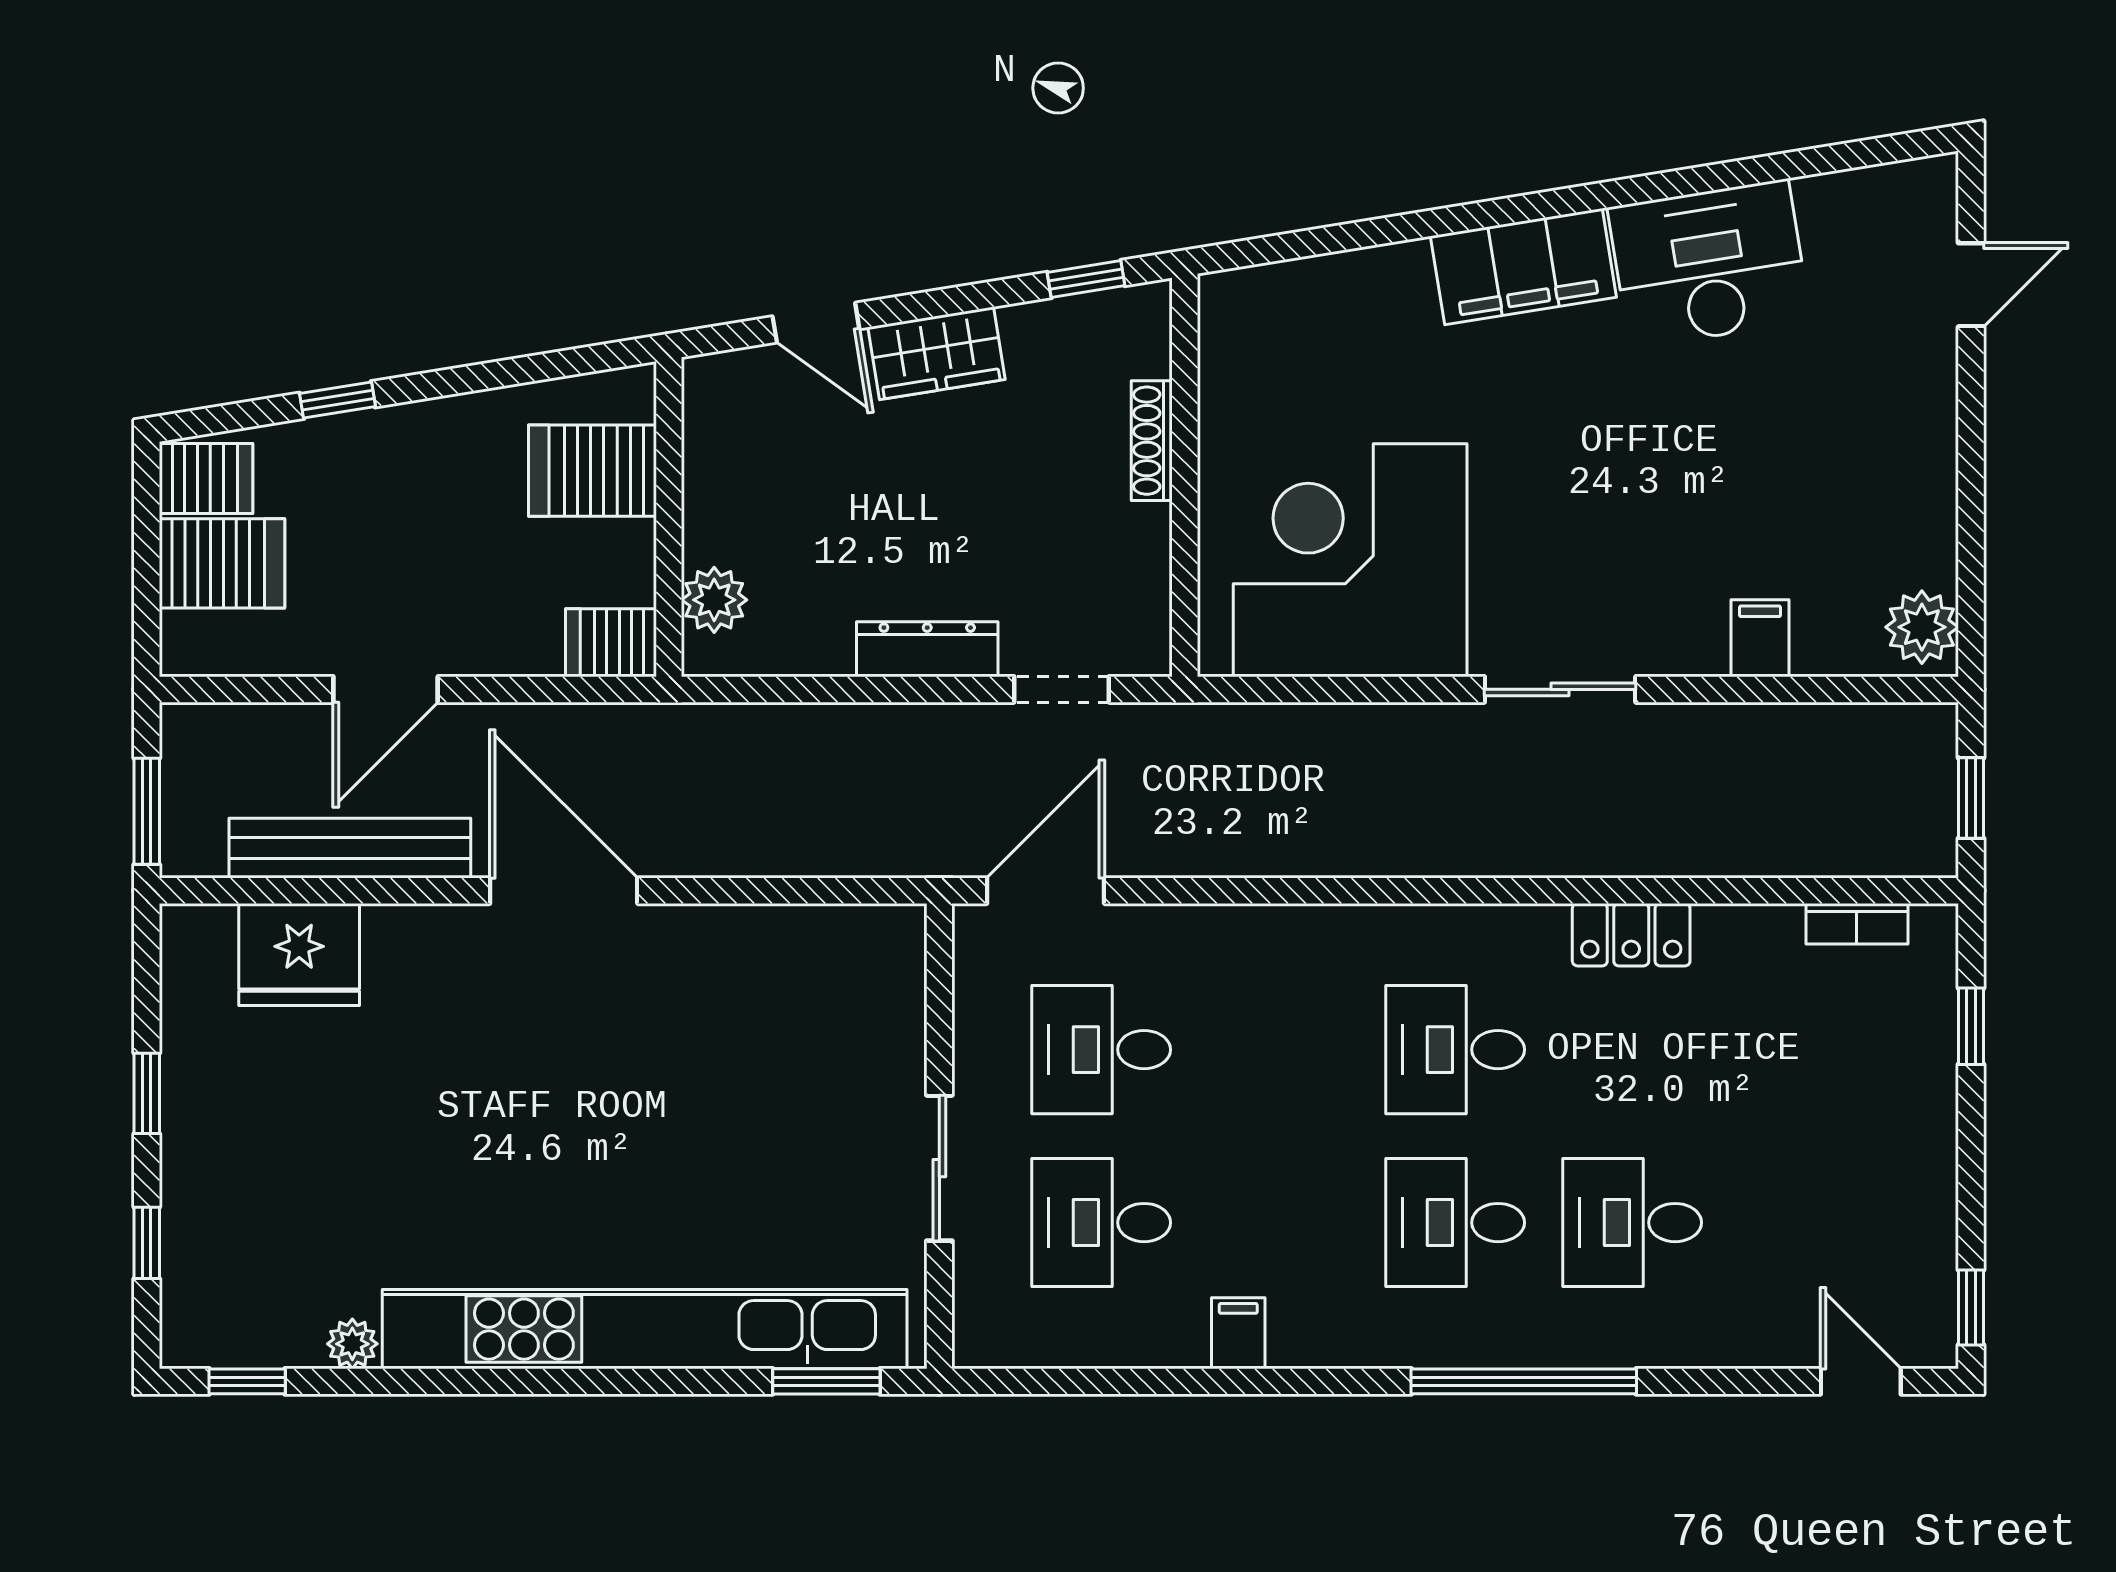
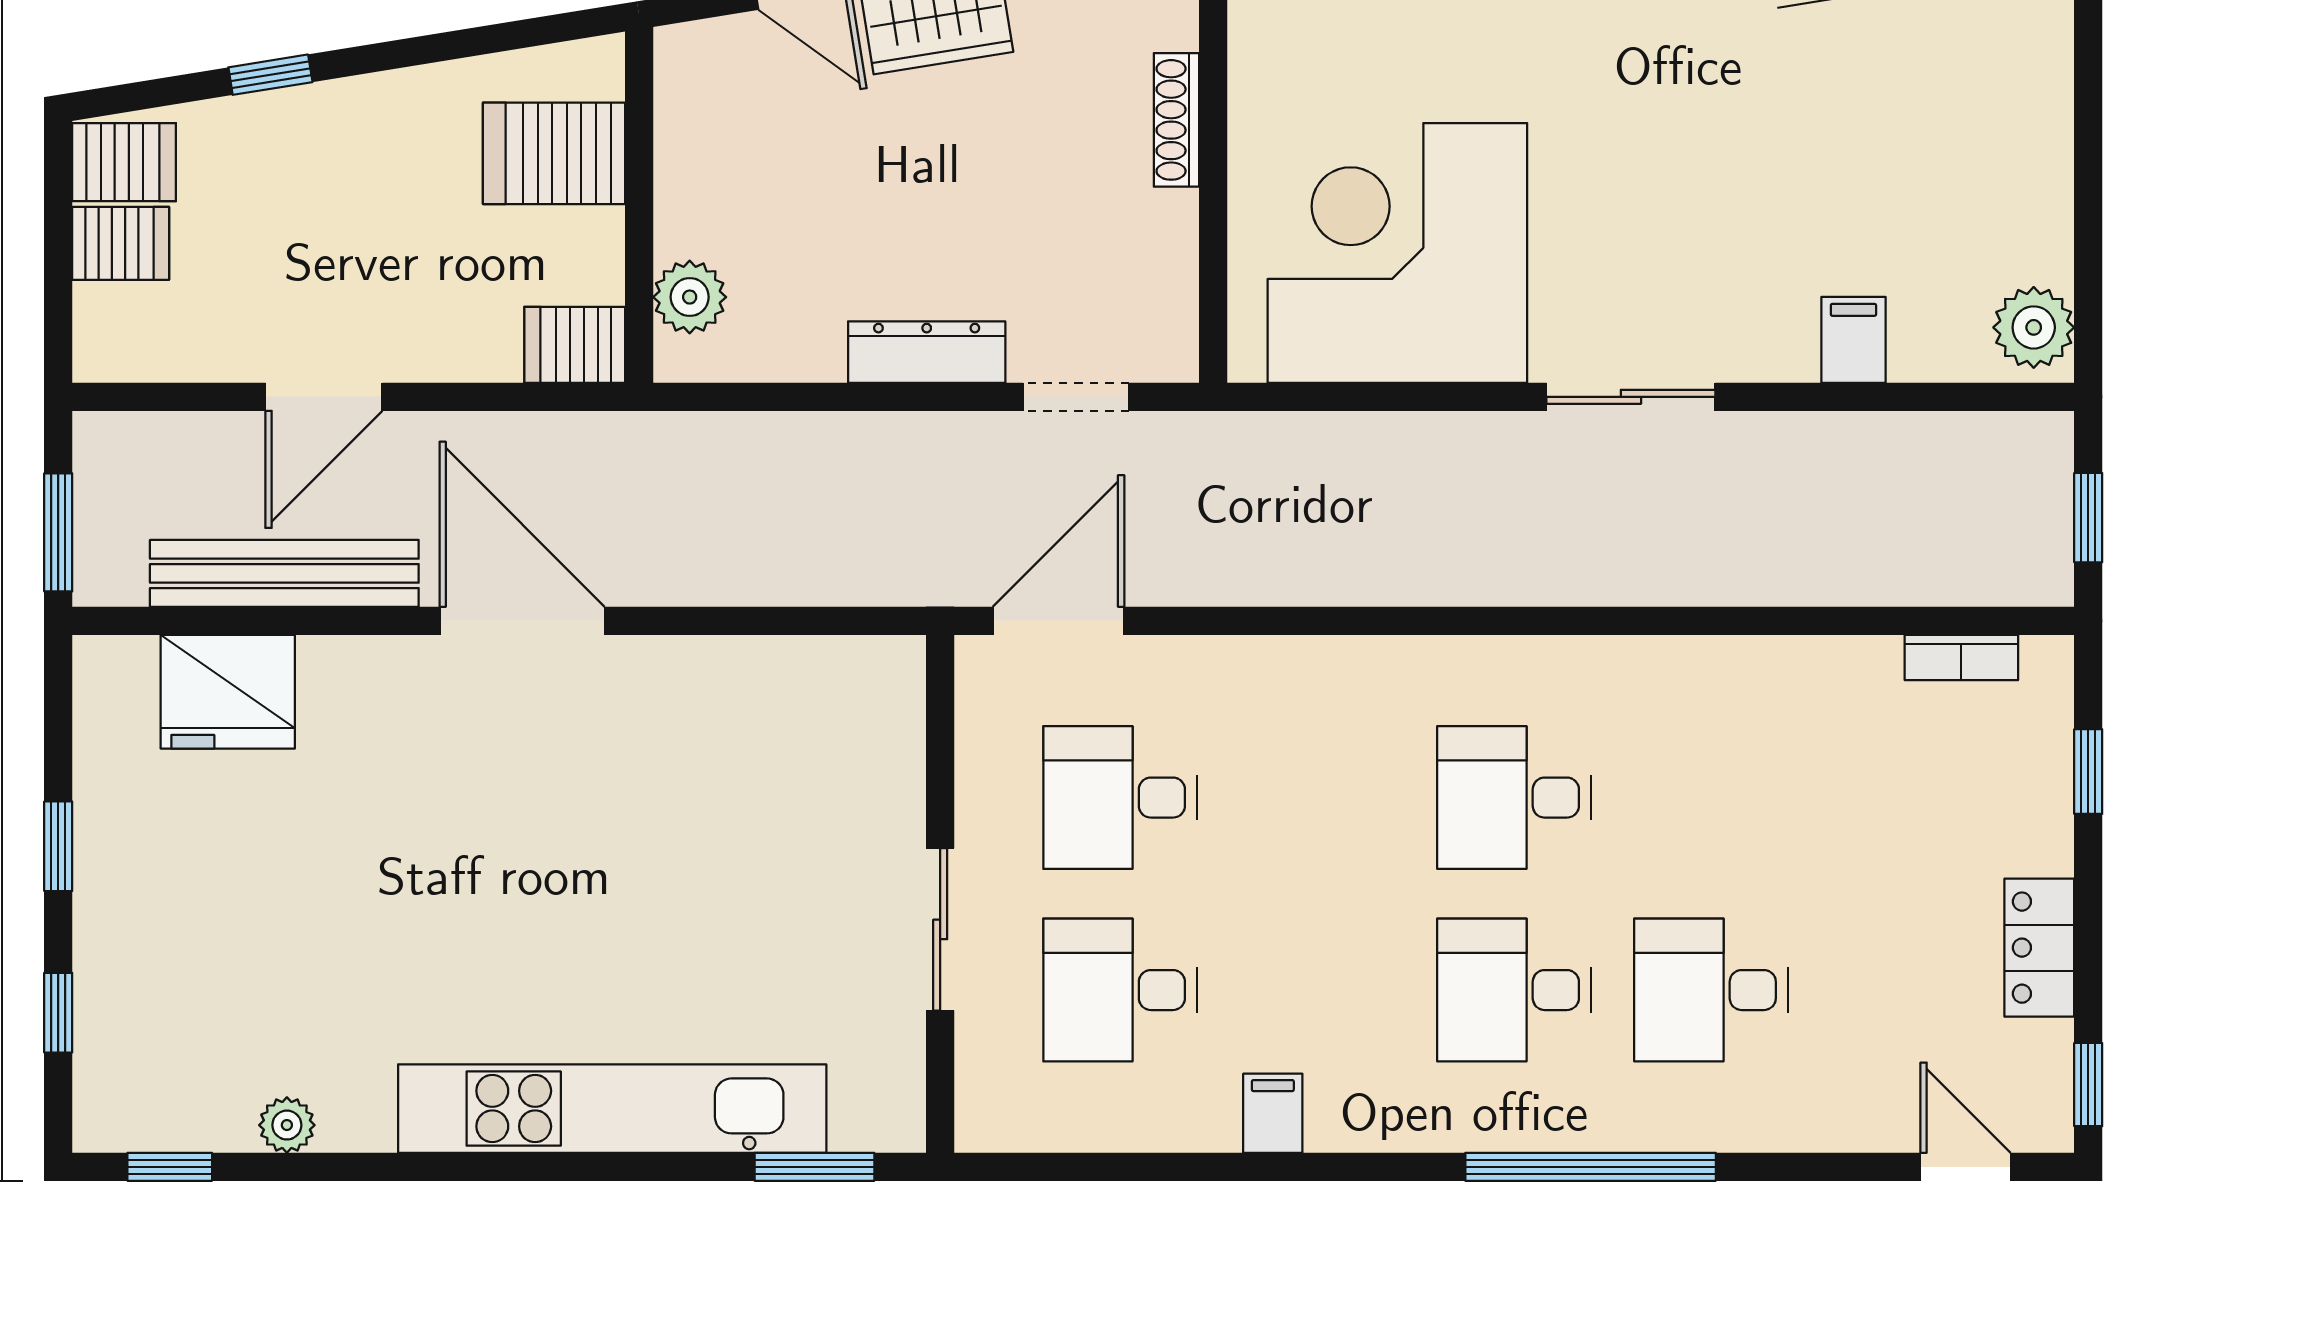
server rack: (222, 563) -> (121, 243), width x0.73, depth x0.70
locker: (1631, 935) -> (2039, 948), moved, turned 90
kitchen unit: (645, 1329) -> (612, 1109), width x0.73

